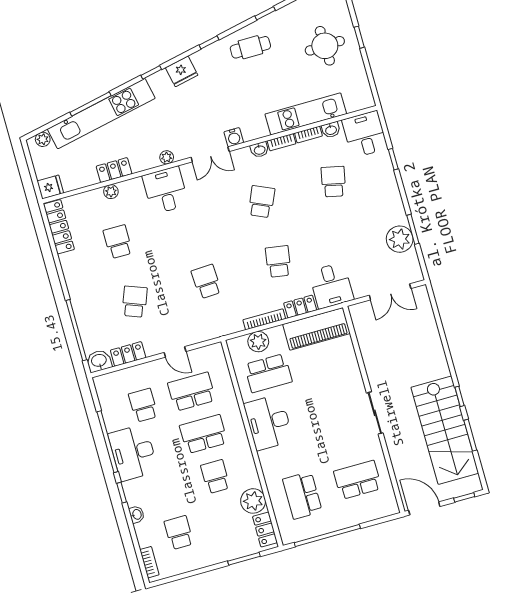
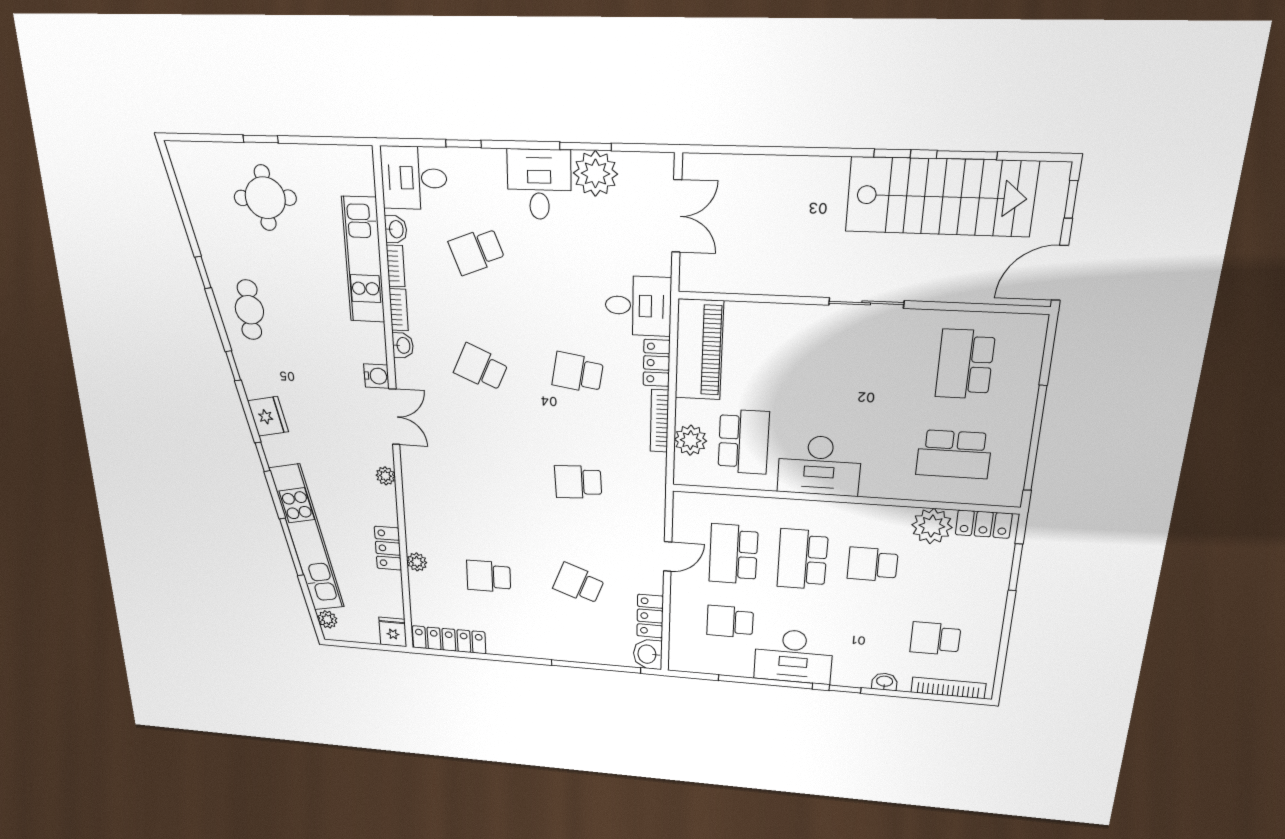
school desk: (333, 182) -> (477, 251), turned -33
desk: (165, 190) -> (539, 184), moved, turned 90
bookcase: (149, 562) -> (948, 688), width x1.56

